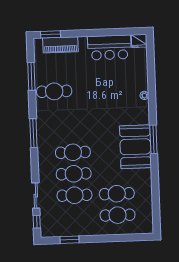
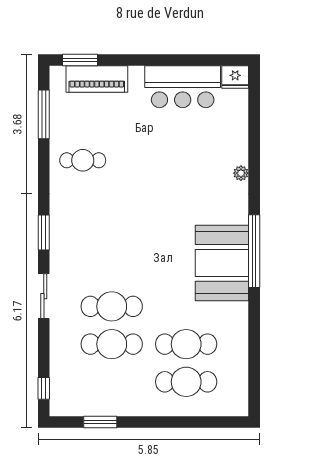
window: (31, 76) -> (44, 114), moved
cafe table: (54, 91) -> (83, 160), width x0.73, depth x0.74
window: (33, 133) -> (44, 232), width x0.69
window: (153, 139) -> (254, 251), width x1.46
cafe table: (73, 152) -> (112, 269), removed
sliding door: (36, 196) -> (44, 296), moved

